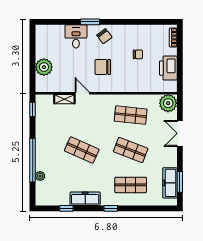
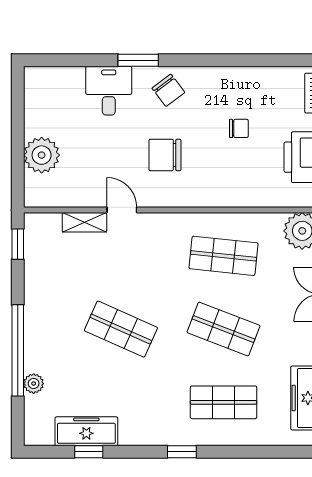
freezer: (85, 199) -> (86, 431), moved

